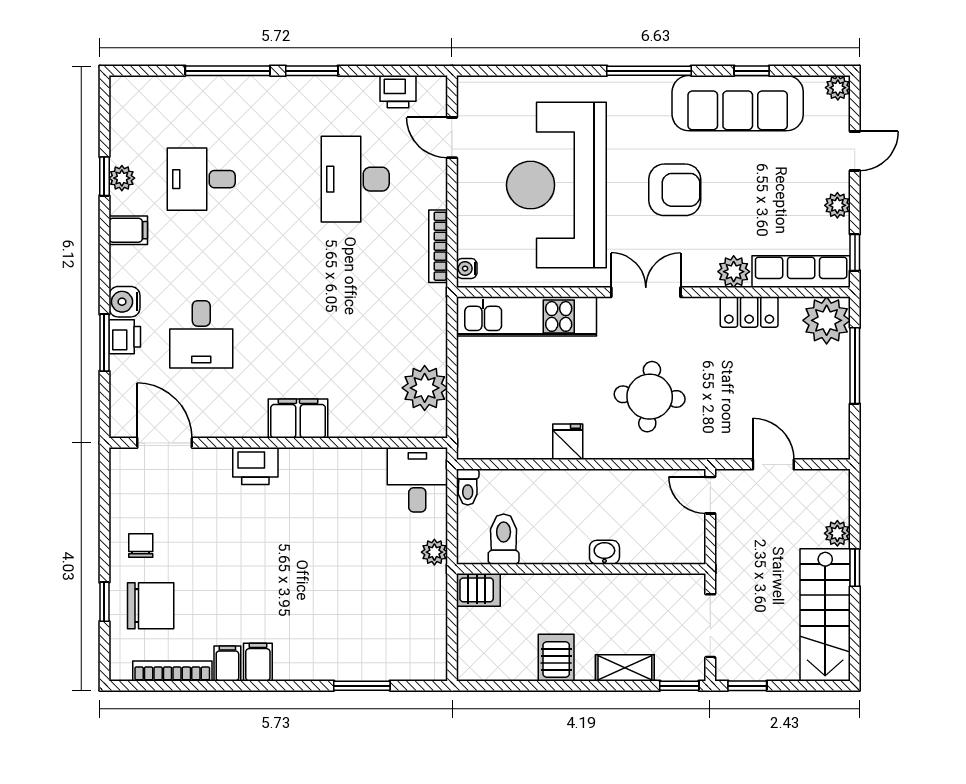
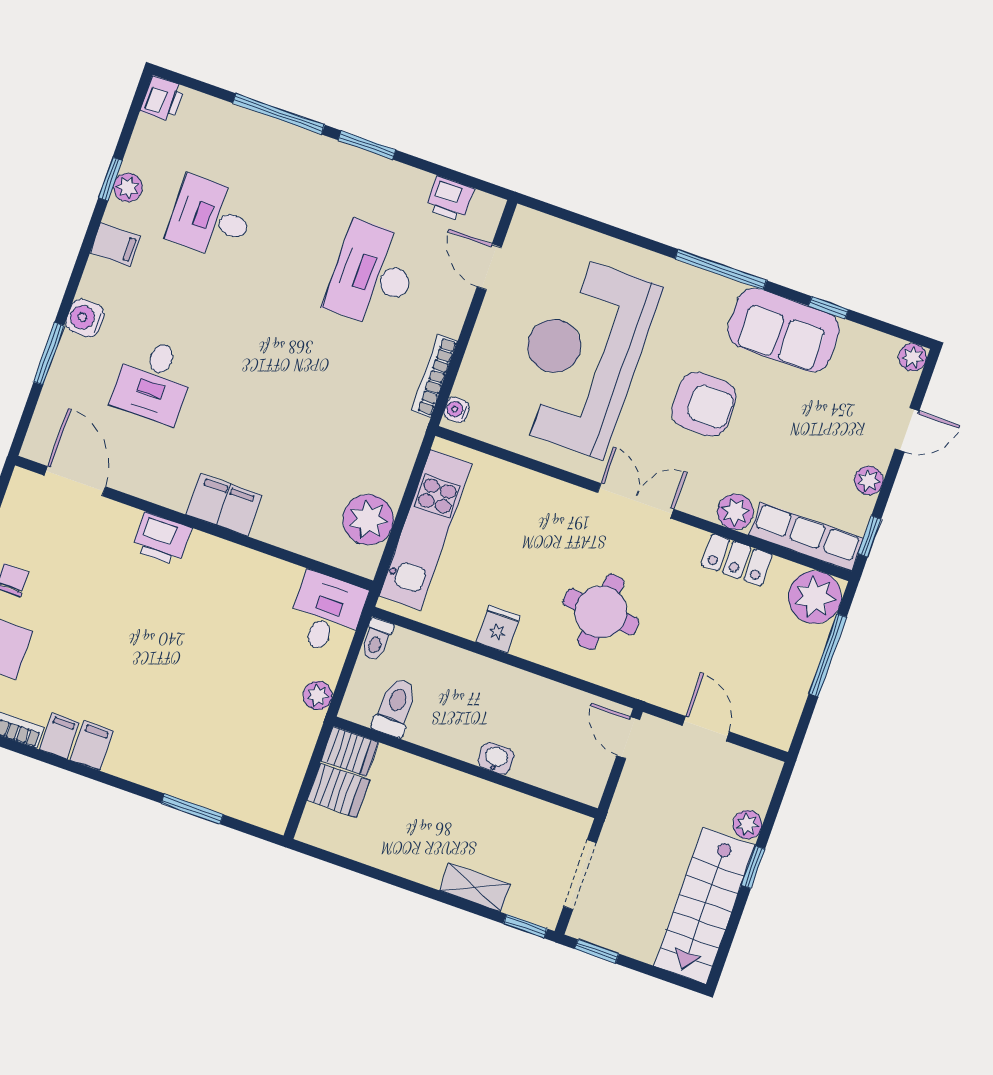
sofa: (738, 103) -> (784, 330), width x0.73
kitchen unit: (527, 316) -> (425, 530), moved, turned -90
printer: (125, 337) -> (163, 99), moved
server rack: (556, 658) -> (338, 790), moved, turned 90

